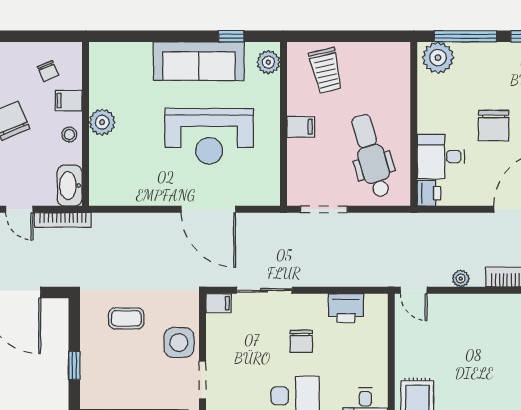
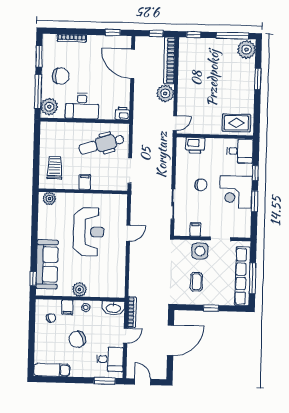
window: (231, 36) -> (33, 279), moved
sofa: (199, 61) -> (47, 264), moved
trolley: (326, 70) -> (55, 168), turned -77
chair: (494, 126) -> (61, 76), moved
desk: (441, 157) -> (82, 106), moved, width x1.37
door: (208, 209) -> (128, 233), width x0.53
plant: (461, 278) -> (165, 93), width x1.88, depth x1.88
filing cabinet: (219, 303) -> (195, 229), moved
printer: (346, 308) -> (195, 145), moved, turned 90
coffee table: (126, 318) -> (196, 282), moved

